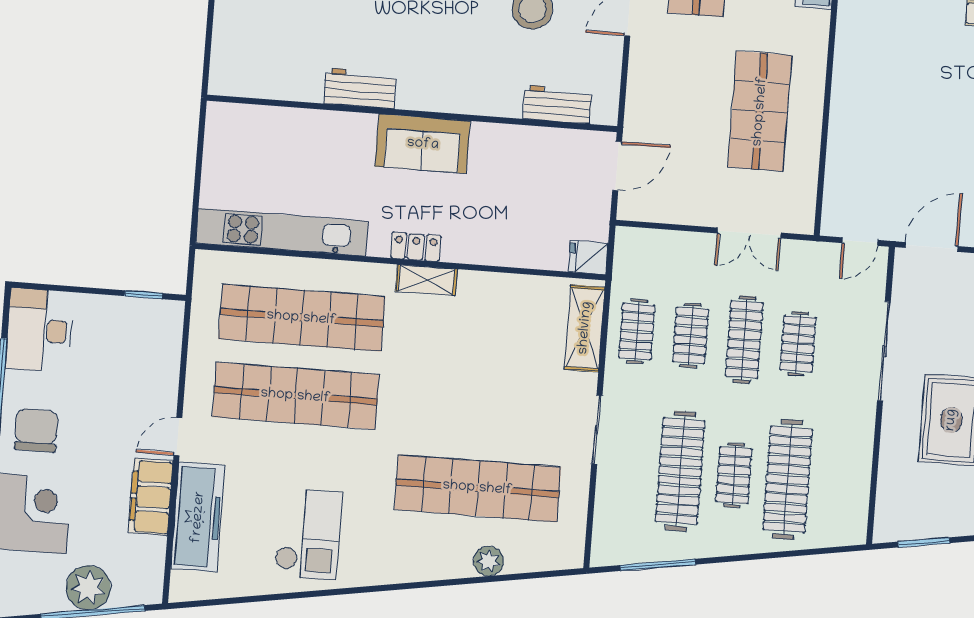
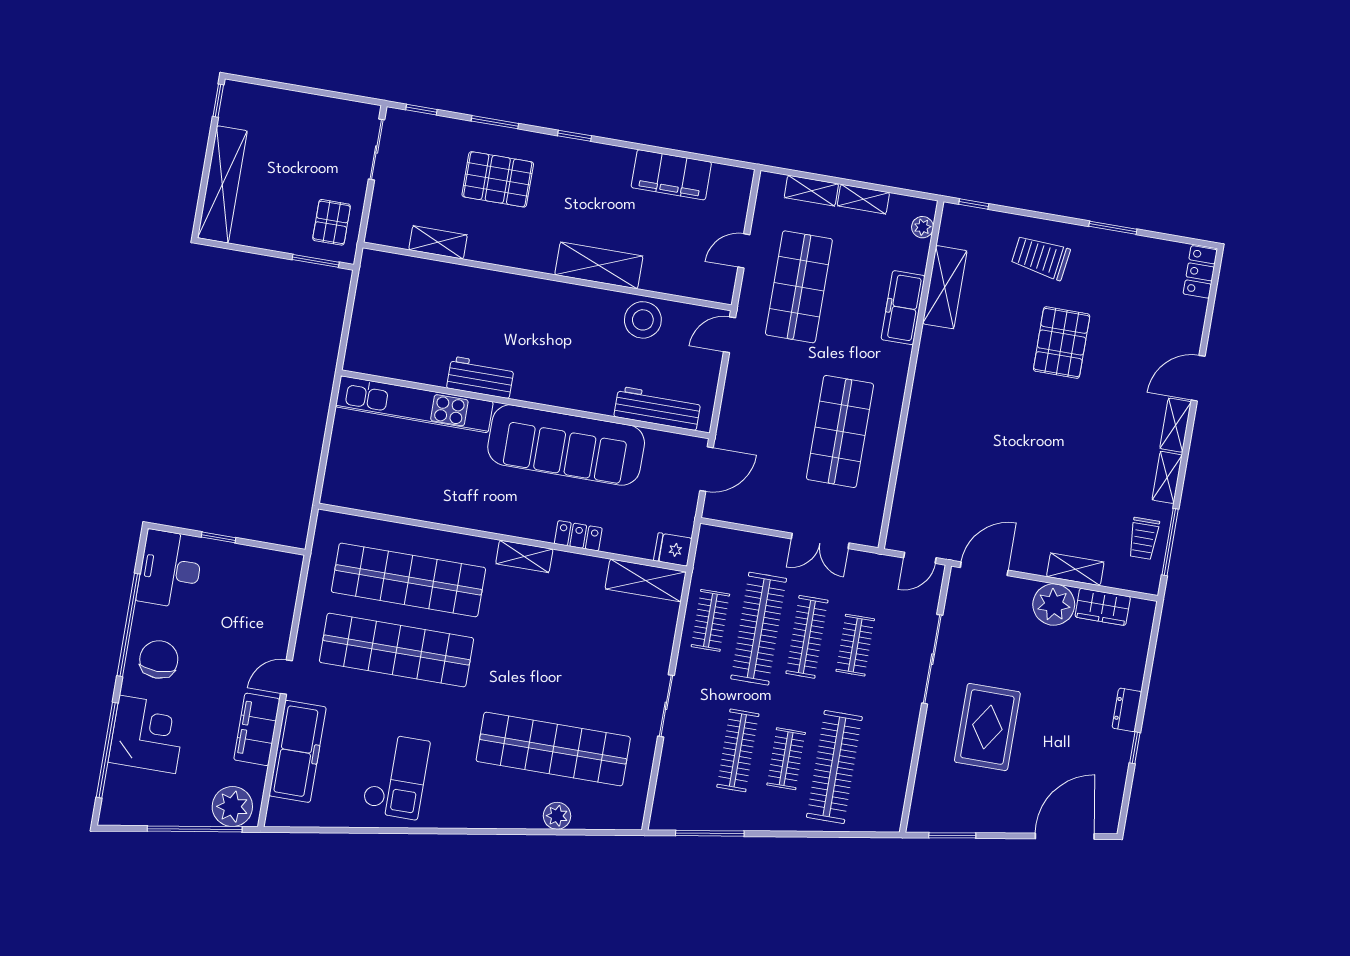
workbench: (557, 104) -> (658, 408), width x1.37
sofa: (423, 144) -> (566, 445), width x1.85, depth x1.27
kitchen unit: (282, 232) -> (414, 404), moved, turned 180
locker: (416, 247) -> (578, 536), moved
window: (143, 295) -> (219, 537), moved
shelving: (585, 328) -> (646, 580), moved, turned 90
clothes rail: (691, 335) -> (759, 629), width x1.86, depth x1.31
clothes rail: (680, 471) -> (738, 750), width x0.73, depth x0.76
plant: (88, 588) -> (232, 807), moved

